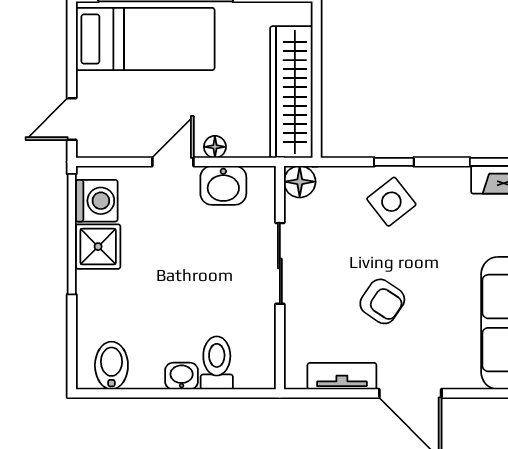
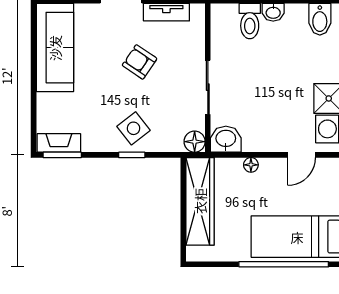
door: (173, 162) -> (302, 155), moved
washbasin: (223, 185) -> (226, 139), moved

